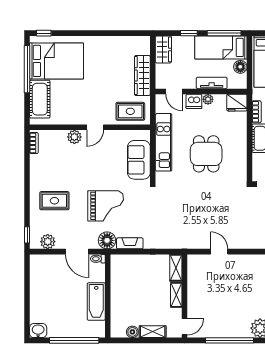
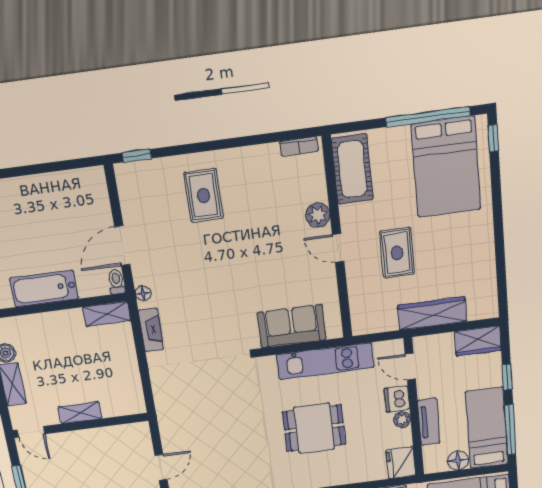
door: (174, 91) -> (410, 367), hinge flipped
cot: (40, 99) -> (352, 169), moved, turned 90
rug: (130, 111) -> (397, 253), moved
grand piano: (106, 206) -> (207, 283), removed
floor lamp: (107, 240) -> (143, 293), width x0.53, depth x0.53
plant: (48, 242) -> (131, 193), removed
shelving: (176, 268) -> (107, 314), moved

